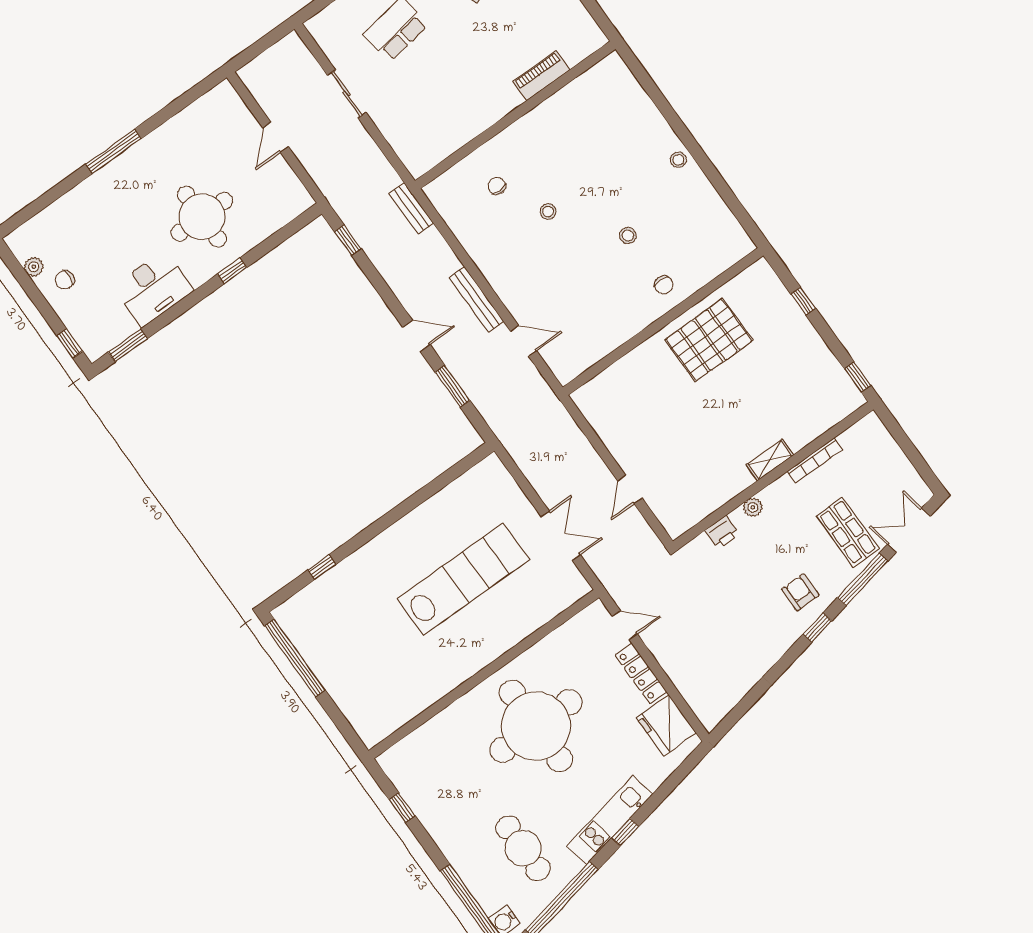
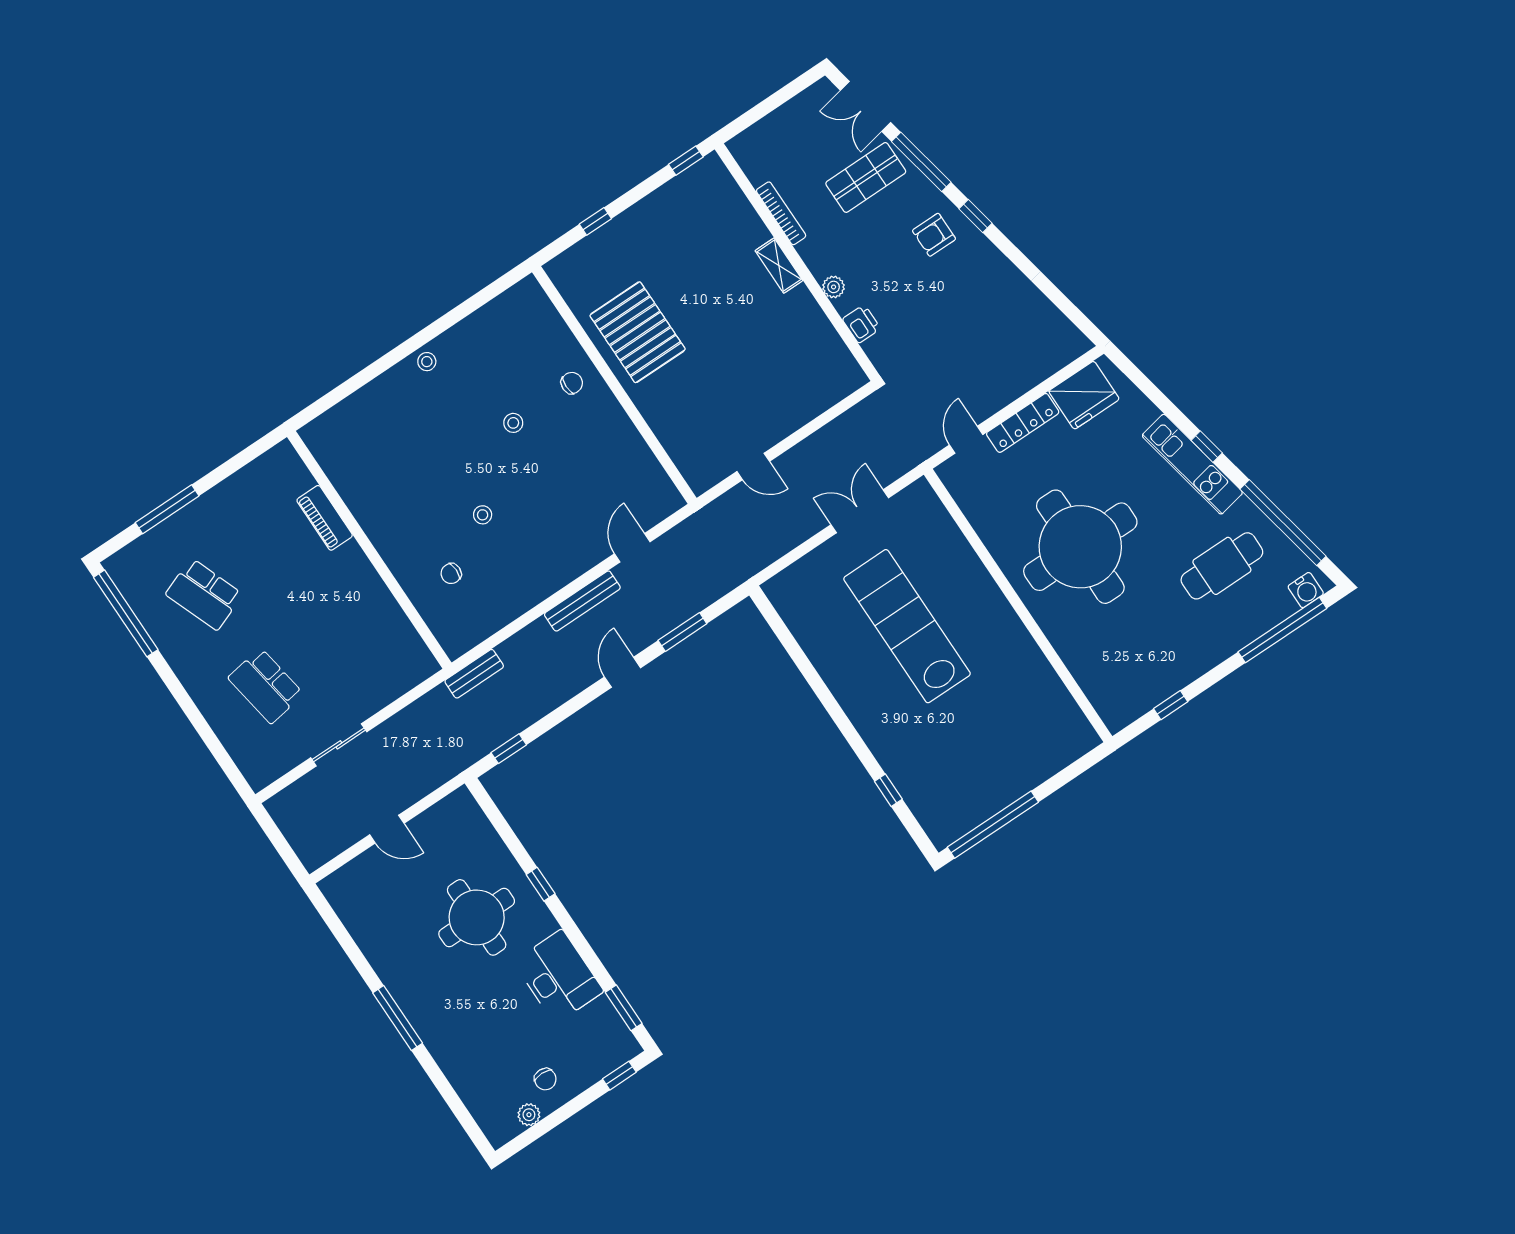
door: (630, 489) -> (753, 466), moved

